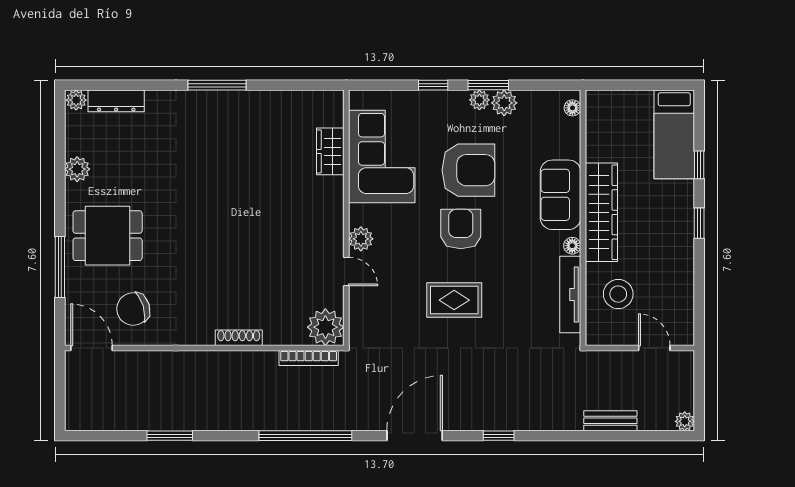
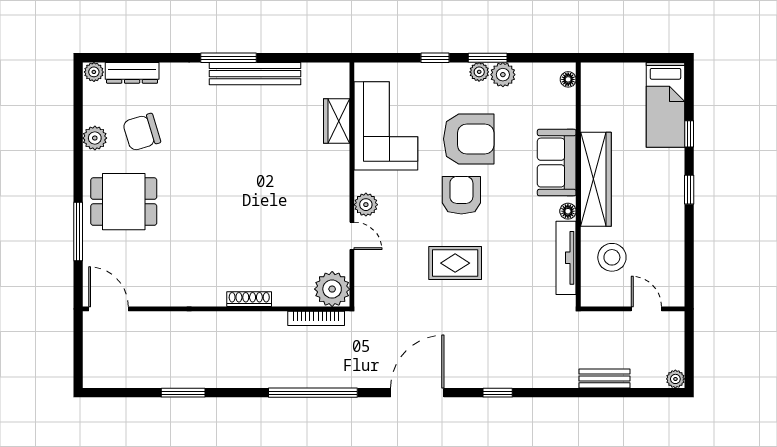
bench: (245, 102) -> (255, 74), added
chair: (133, 309) -> (142, 132), moved

